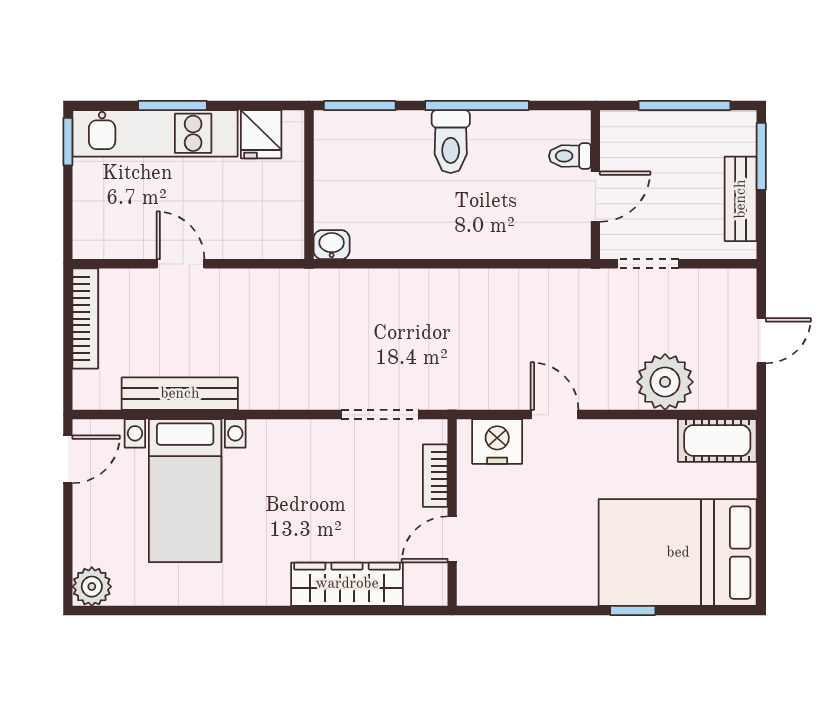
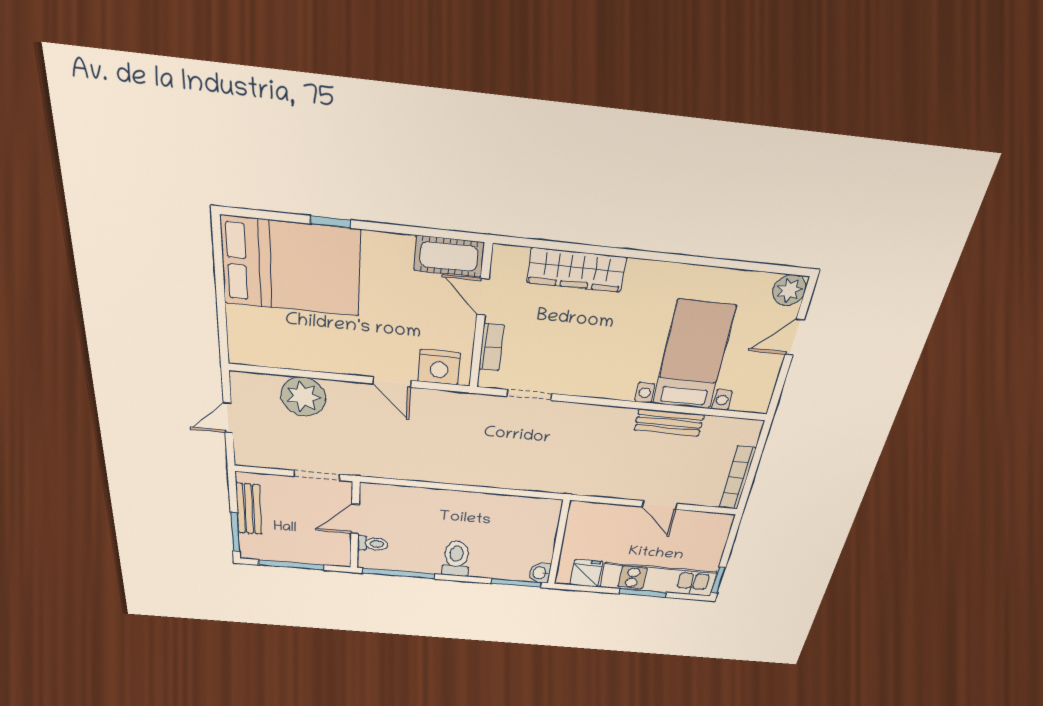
window: (477, 105) -> (399, 574), moved
washbasin: (332, 245) -> (540, 573), moved, turned 90
bench: (180, 394) -> (669, 422), width x0.73
doorway: (380, 415) -> (529, 395), width x0.73
cot: (717, 440) -> (449, 256), moved
door: (68, 459) -> (795, 337), moved
door: (452, 539) -> (483, 297), swing flipped

